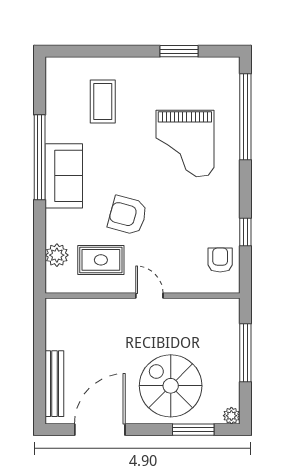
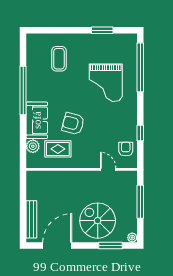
sofa: (64, 176) -> (37, 120), moved
door: (149, 296) -> (108, 169), moved

